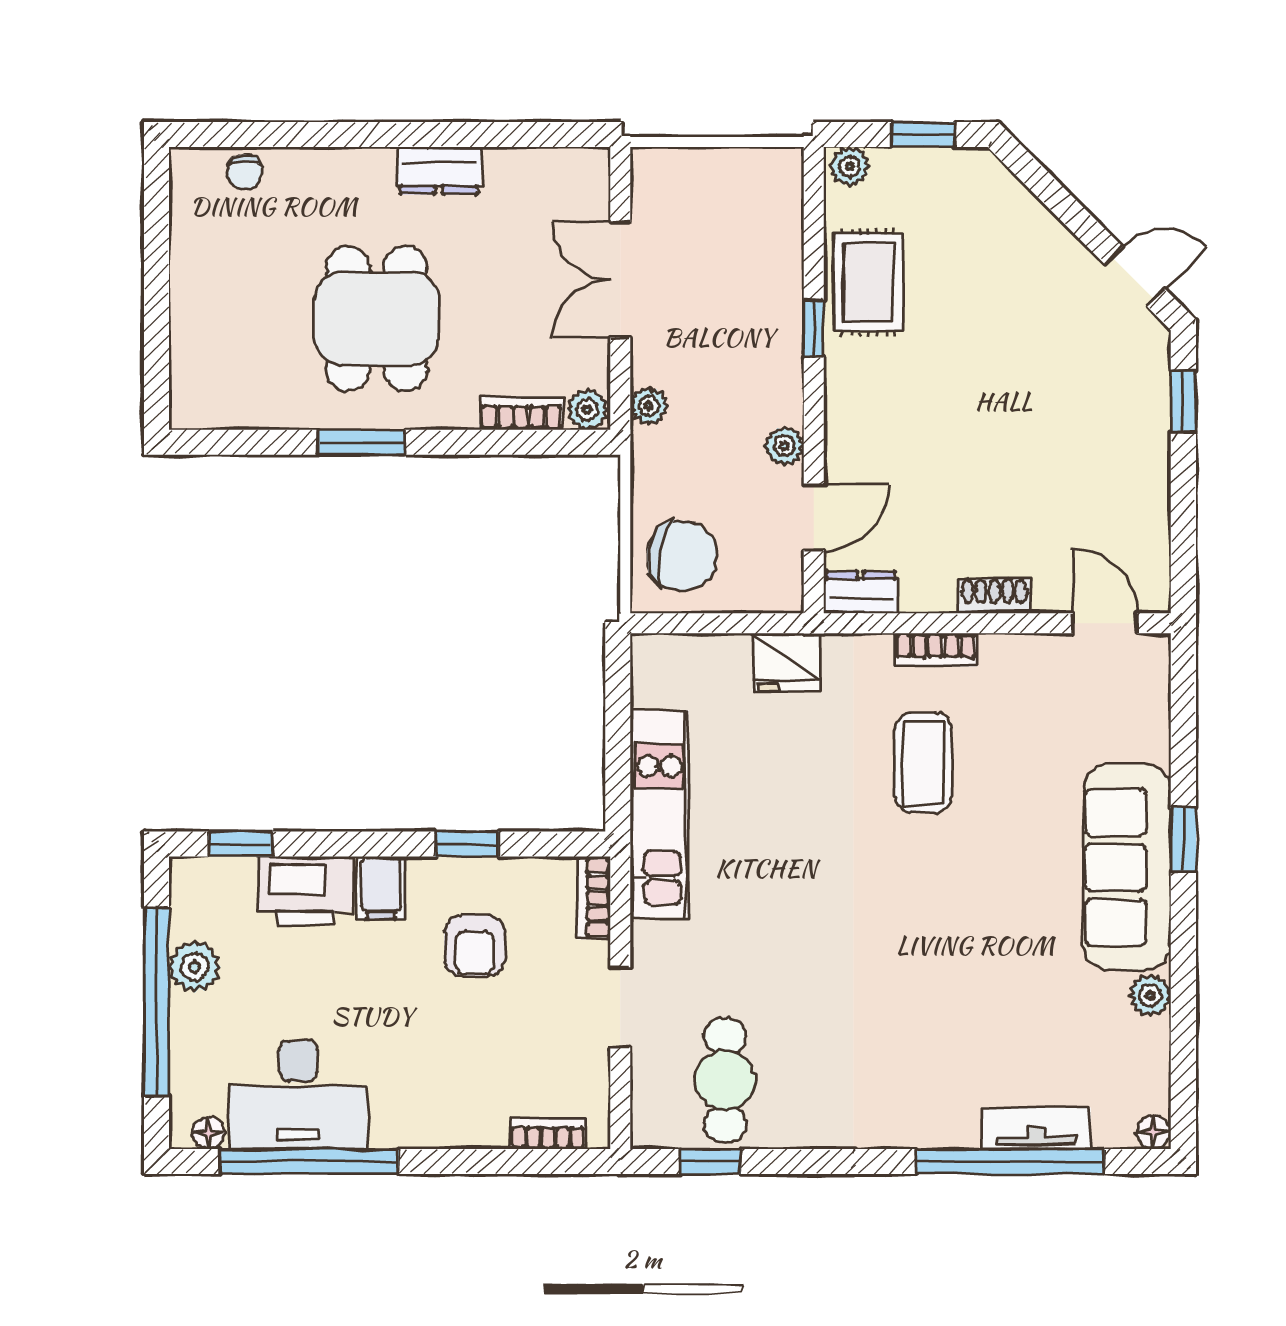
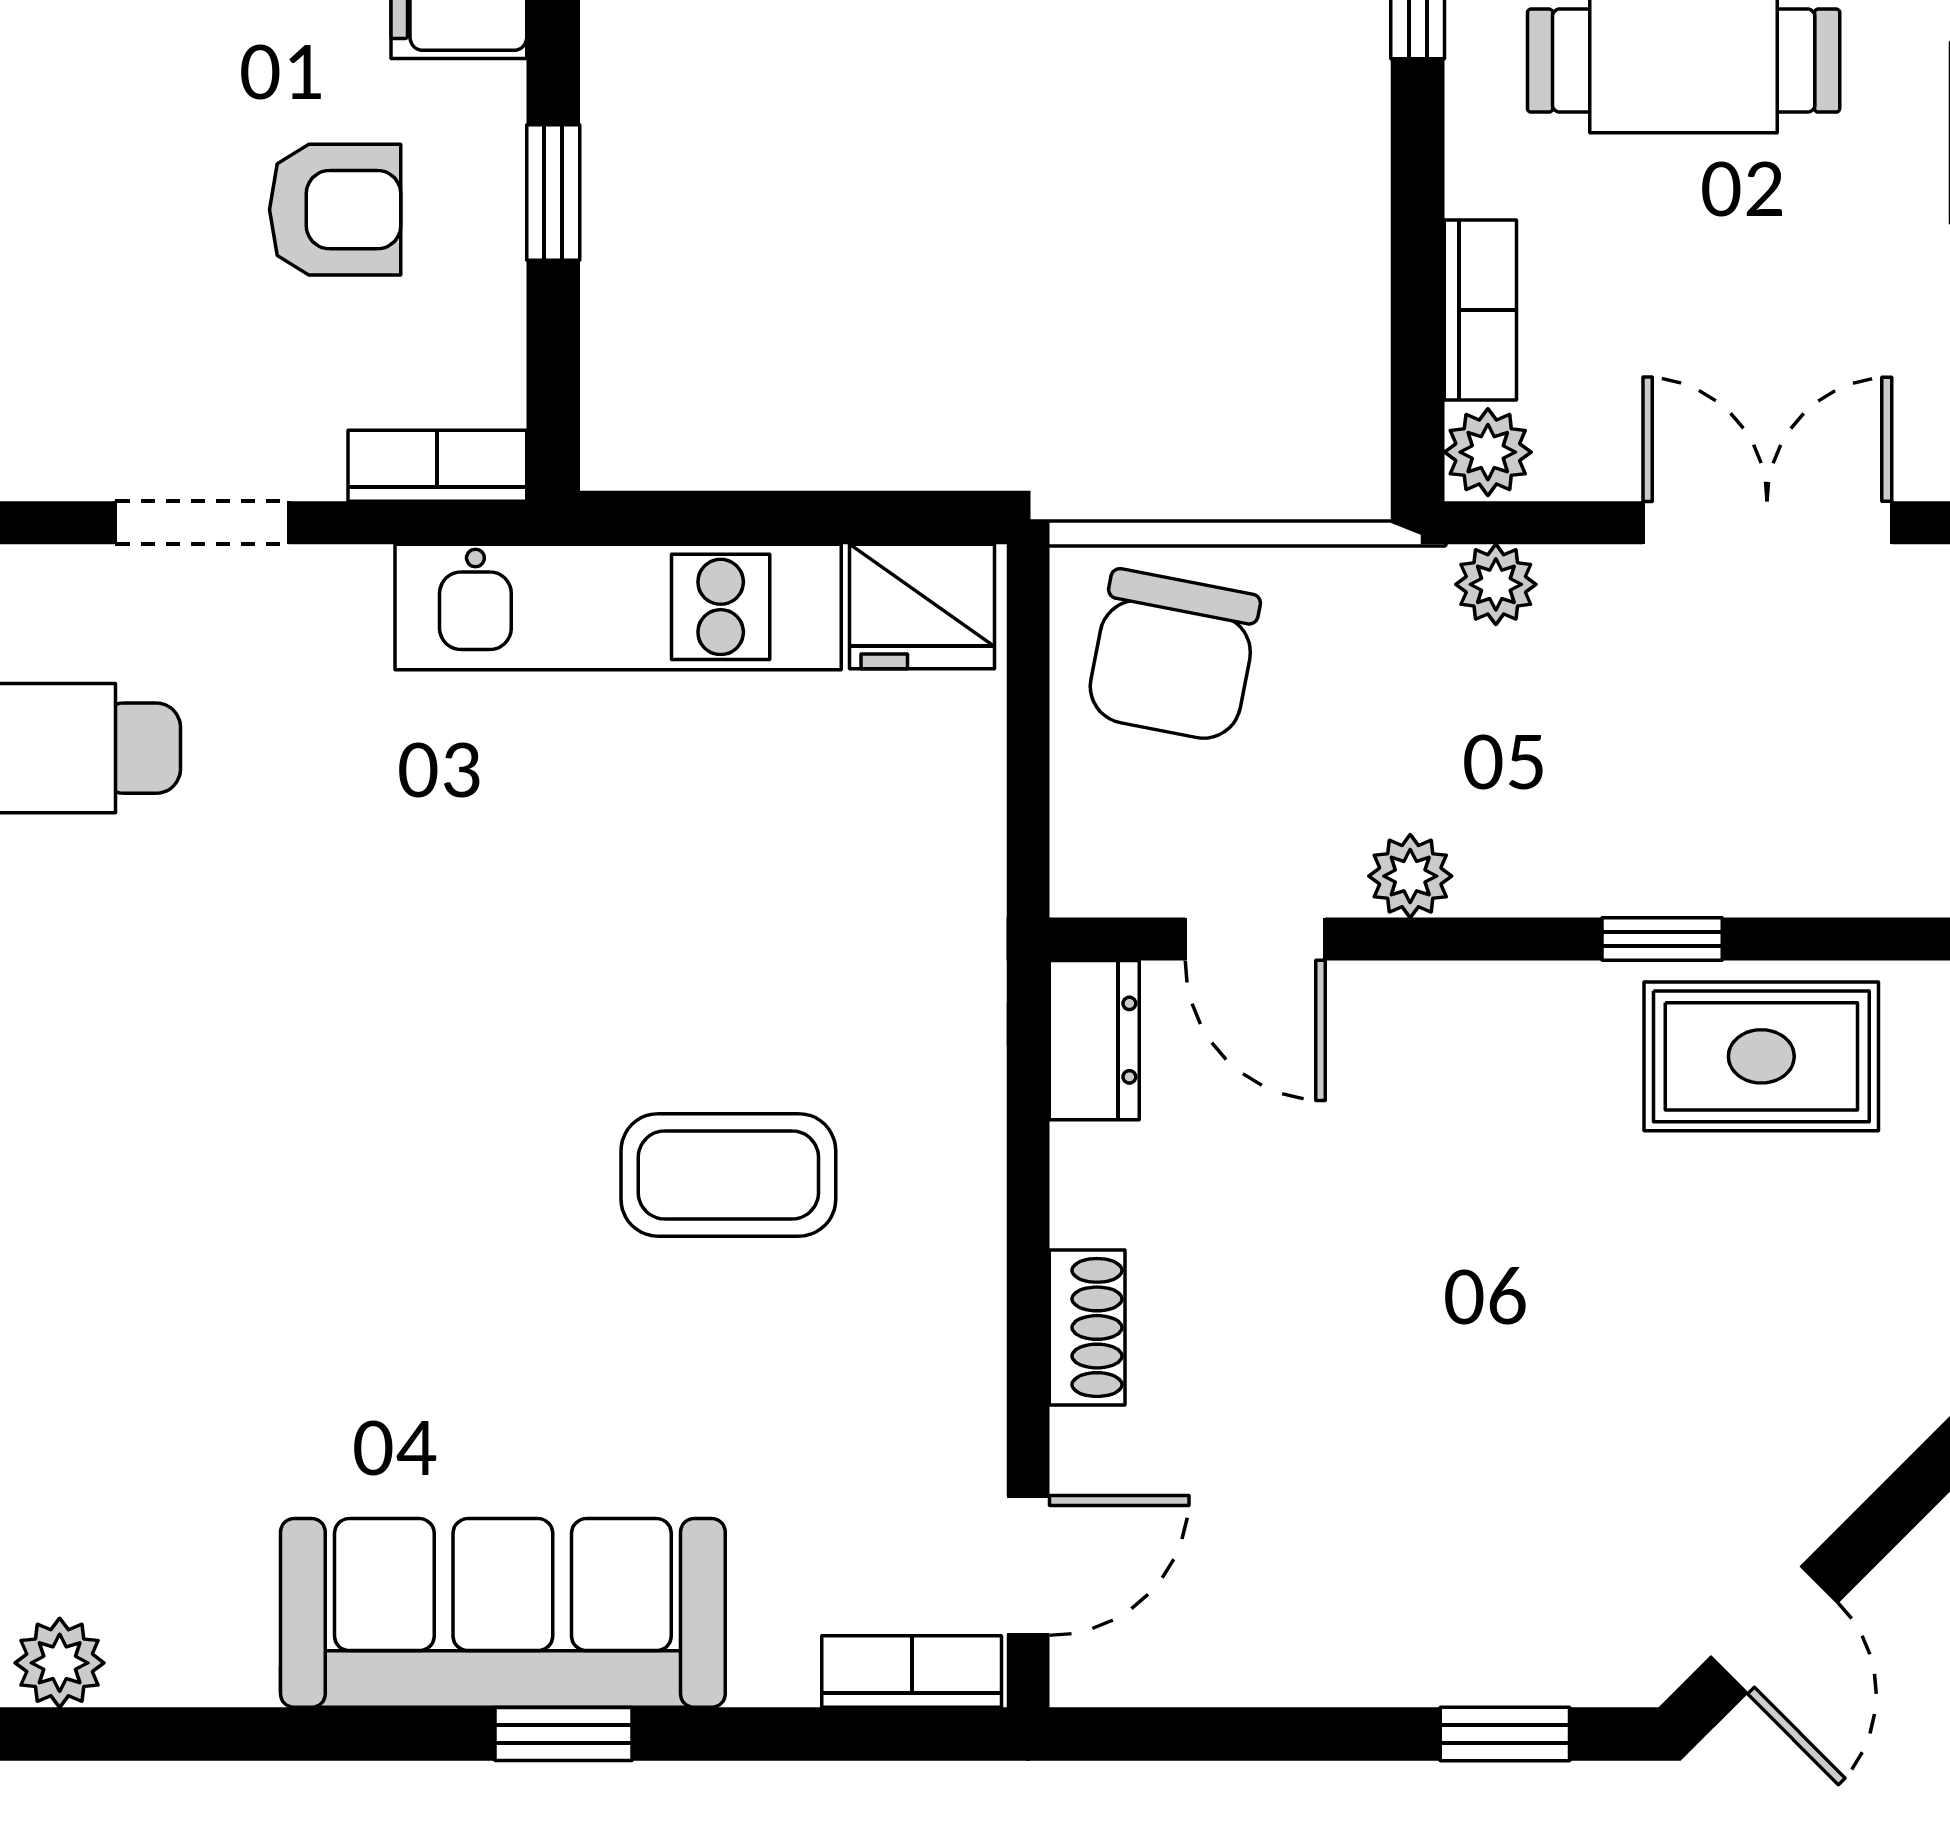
bookcase: (935, 650) -> (912, 1671), moved, turned 90
fridge: (786, 662) -> (922, 606), moved, turned -90
armchair: (475, 945) -> (335, 210), turned 180
plant: (1150, 995) -> (60, 1663), moved

